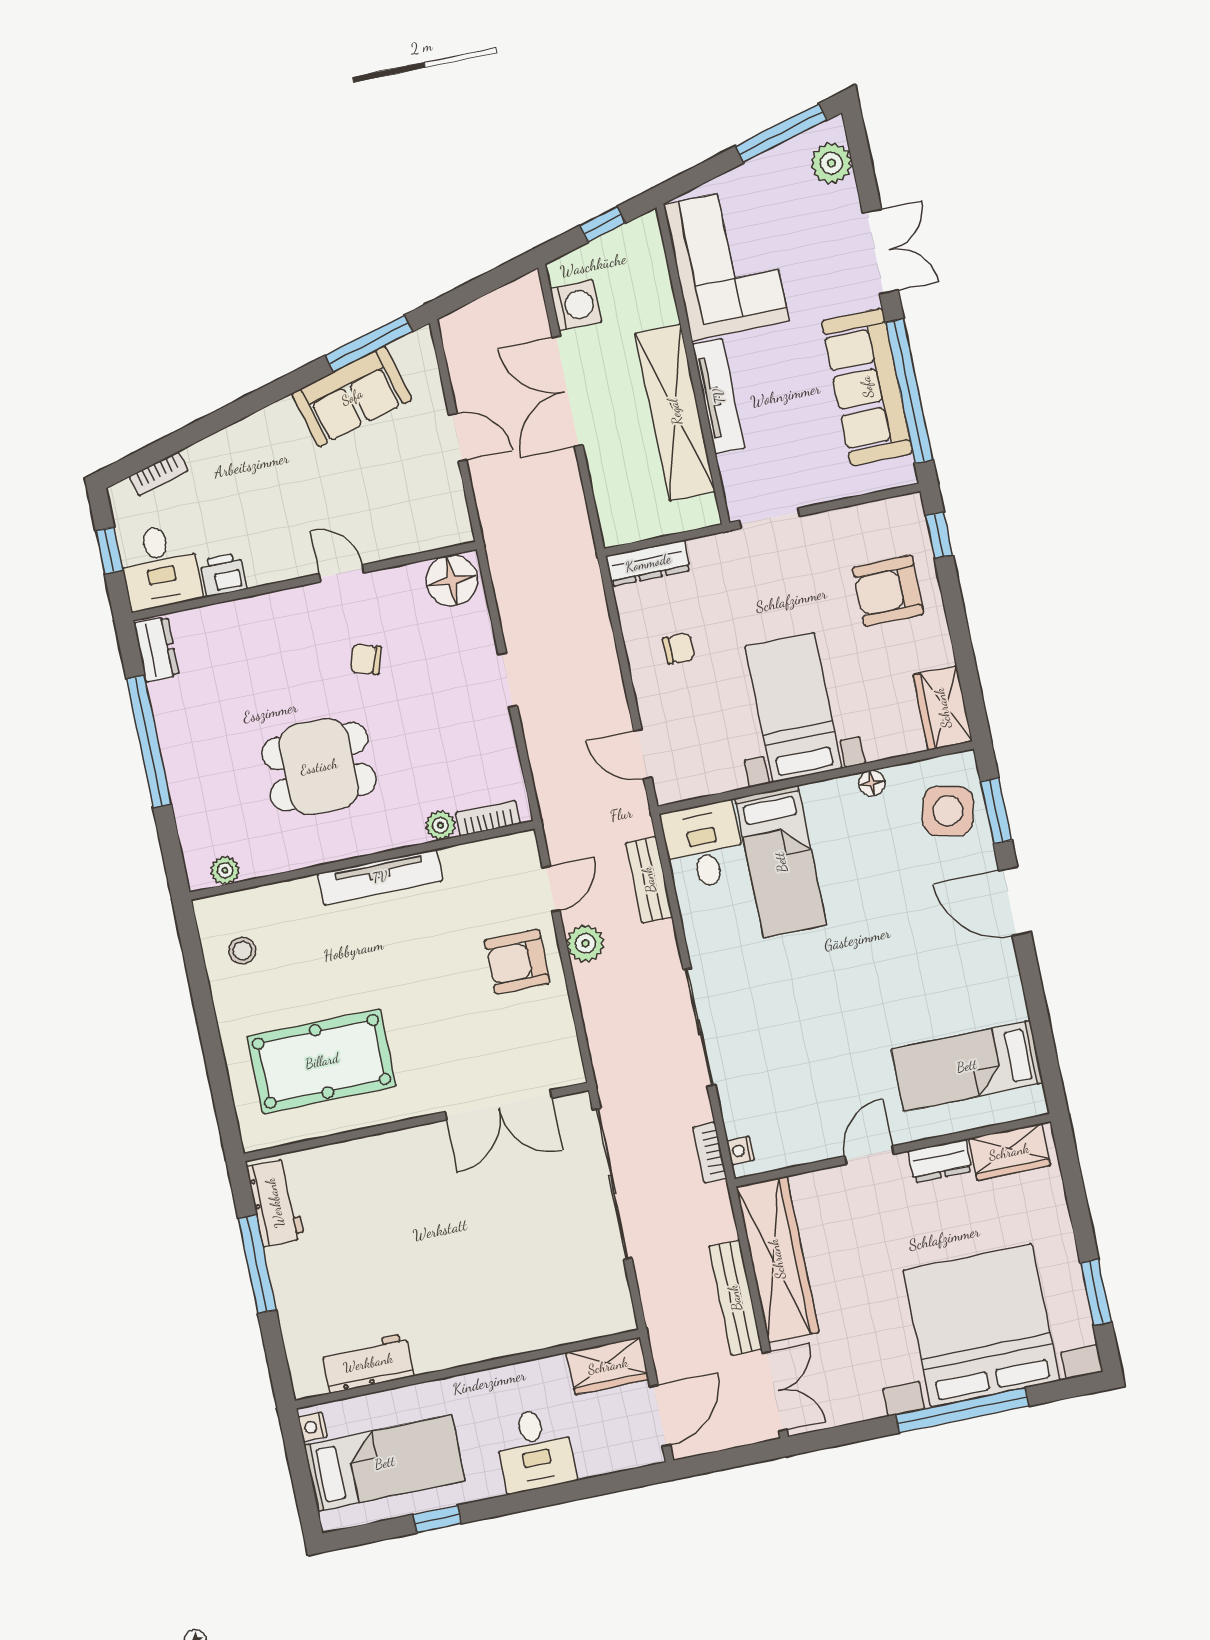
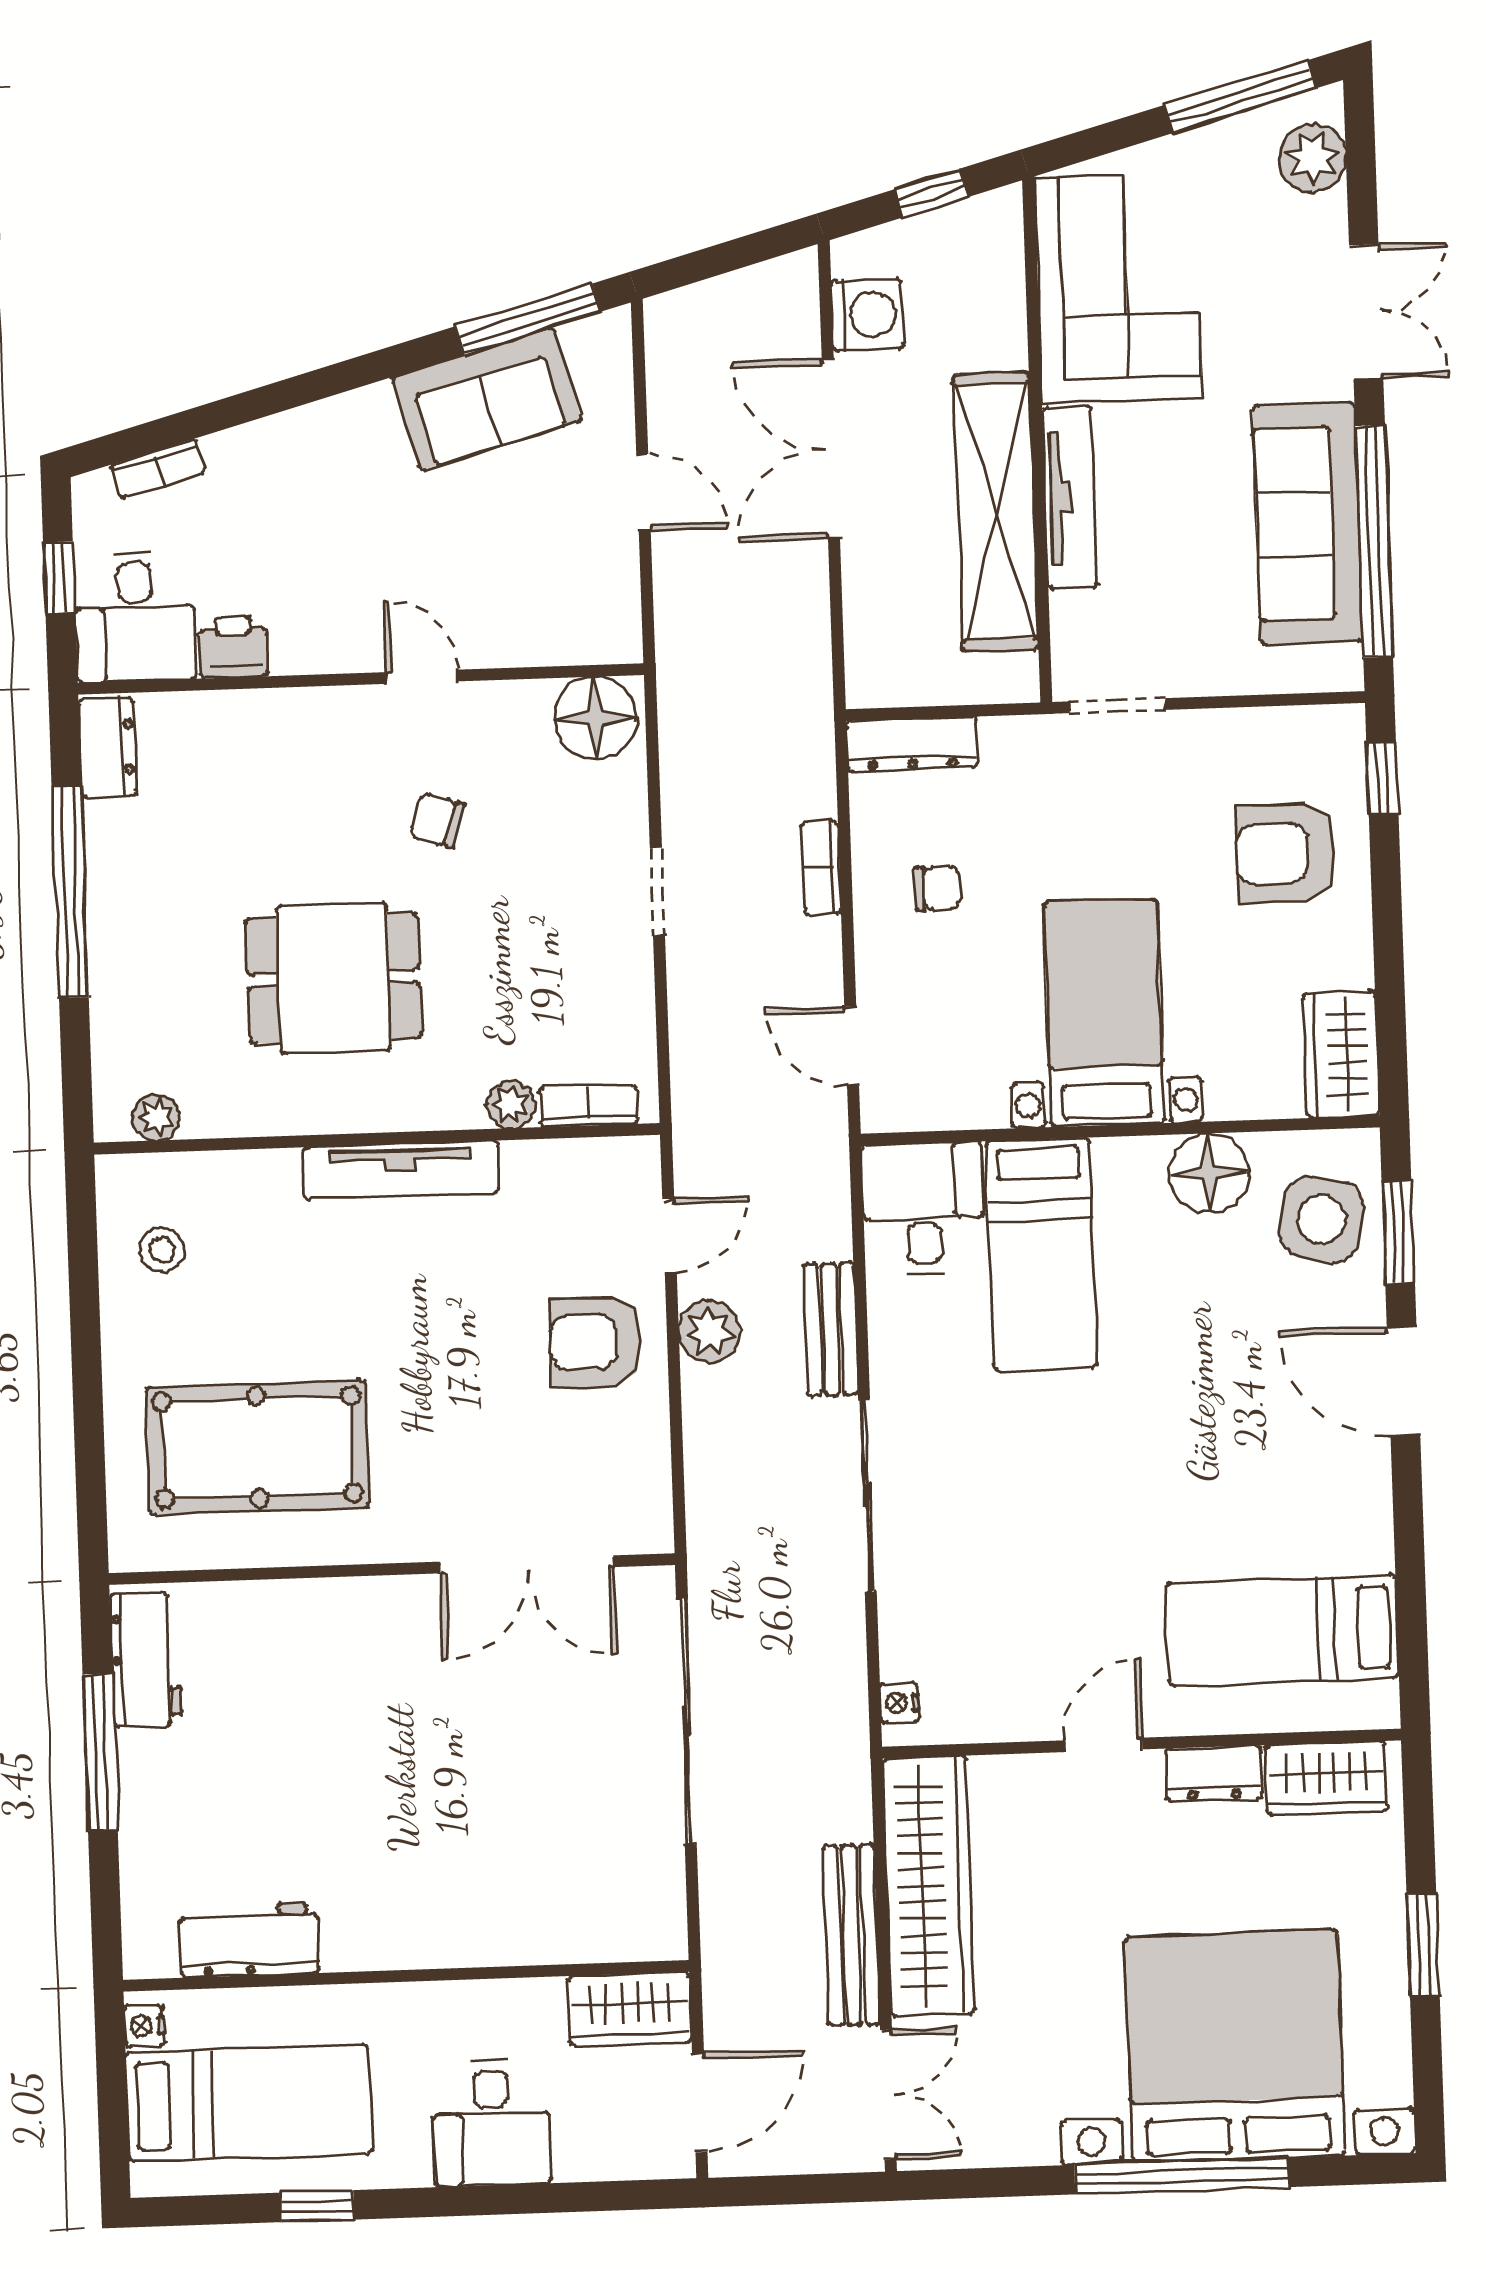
floor lamp: (872, 783) -> (1209, 1173), width x1.89, depth x1.89
bench: (649, 880) -> (830, 1329), moved
bookcase: (710, 1153) -> (821, 868), moved
window: (1096, 1292) -> (1423, 1945), moved

